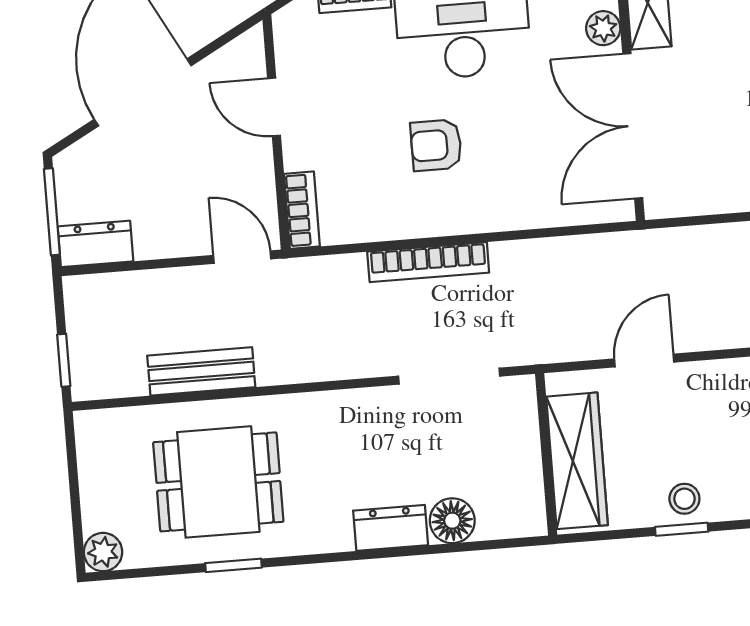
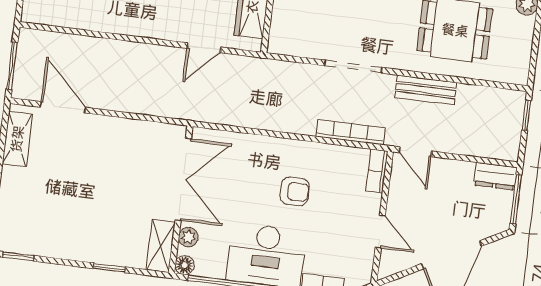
bookcase: (428, 262) -> (350, 132), moved
bench: (201, 371) -> (426, 90), moved
doorway: (449, 376) -> (353, 67), moved

